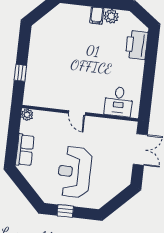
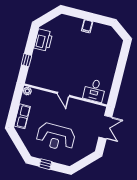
plant: (111, 16) -> (97, 28), removed
printer: (137, 45) -> (43, 40), moved, turned 180
reception desk: (74, 172) -> (56, 137), turned -90

